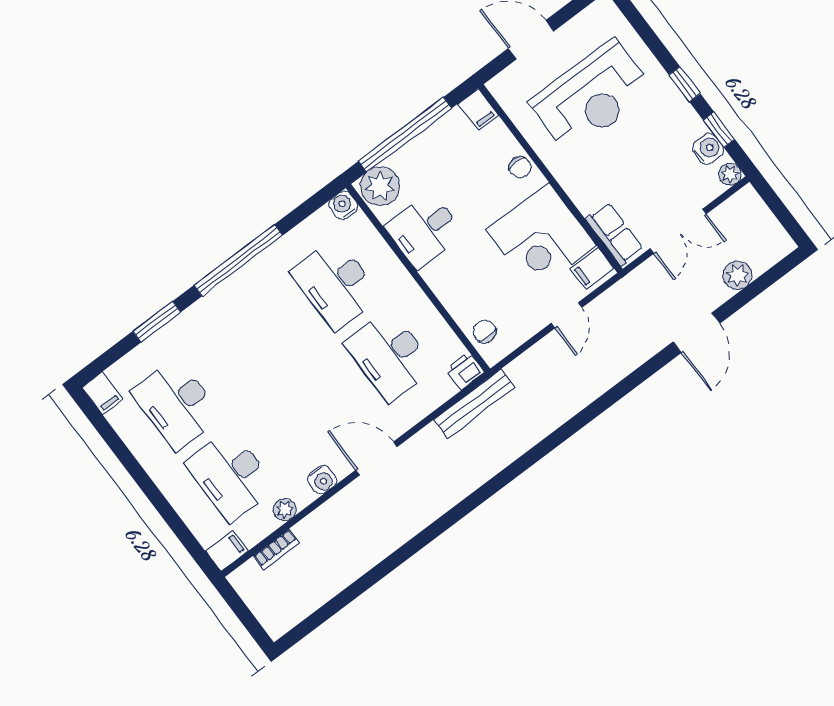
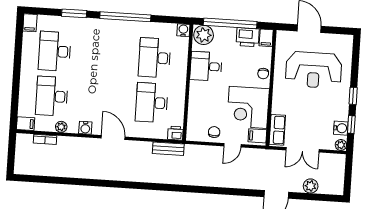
printer: (449, 133) -> (248, 37), added
chair: (485, 331) -> (214, 132), moved
bench: (474, 404) -> (168, 149), width x0.73

